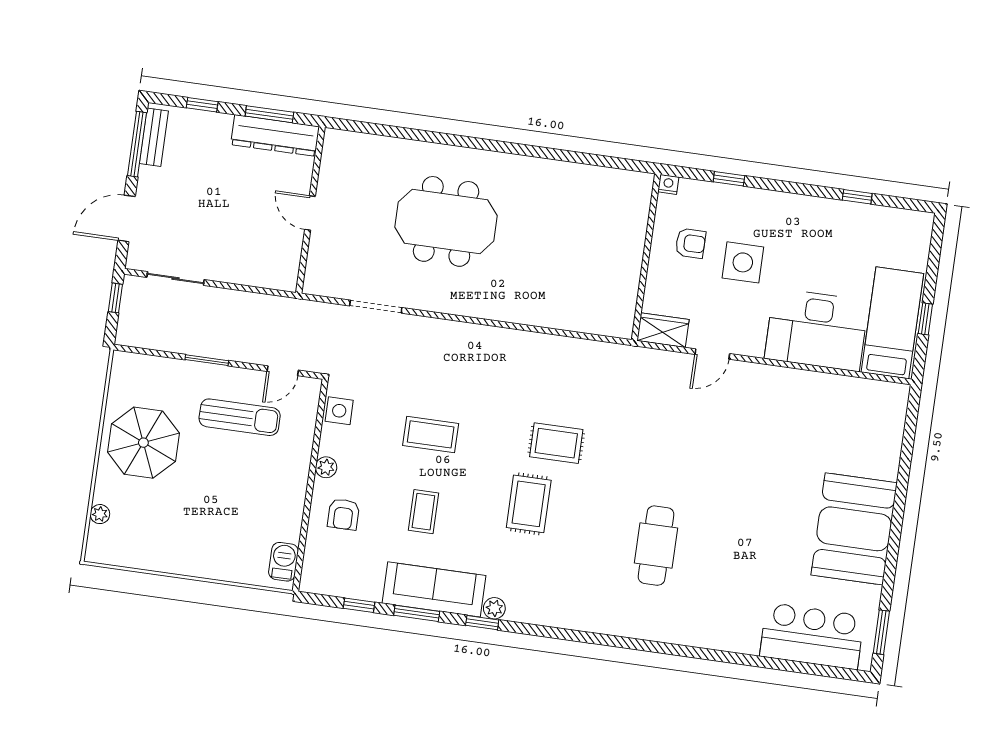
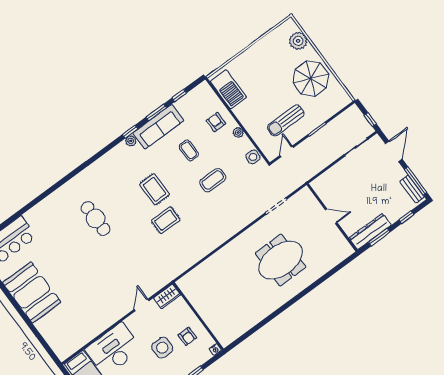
armchair: (690, 243) -> (187, 336), turned -90
plant: (100, 514) -> (298, 41), width x1.88, depth x1.88
barbecue: (283, 562) -> (228, 89), width x1.88, depth x1.53

